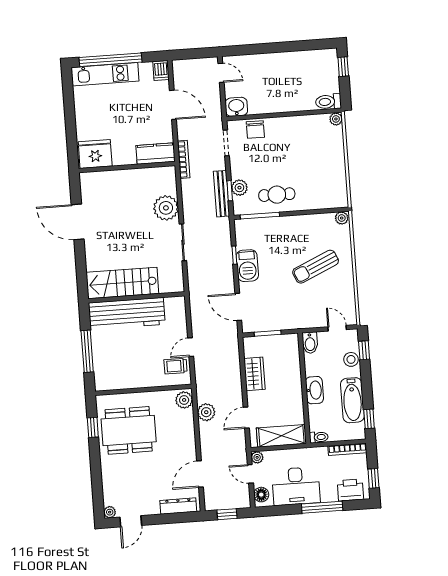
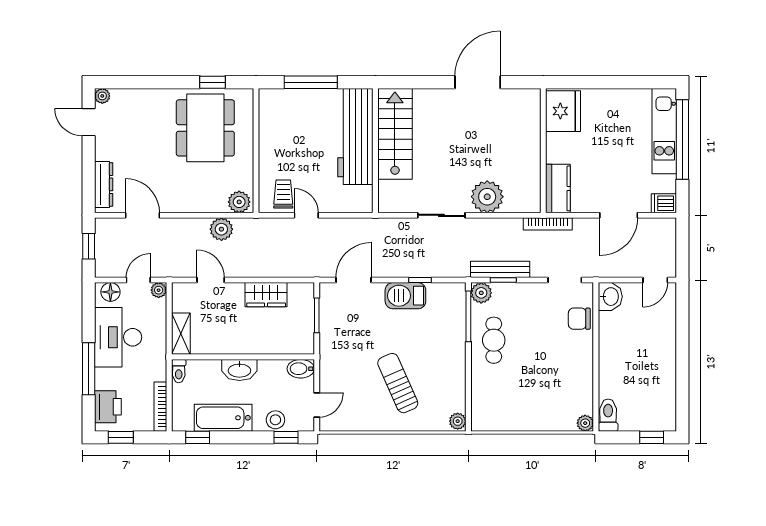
plant: (239, 188) -> (481, 293), moved
shelving: (281, 436) -> (181, 334), width x0.67, depth x0.75

